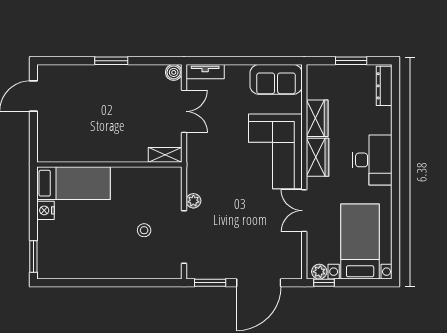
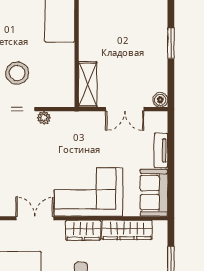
tv unit: (205, 72) -> (161, 151), moved
wardrobe: (317, 118) -> (127, 230), width x1.50
shelving: (165, 155) -> (88, 84), width x1.50, depth x1.33
stool: (144, 230) -> (17, 73), width x1.89, depth x1.89

